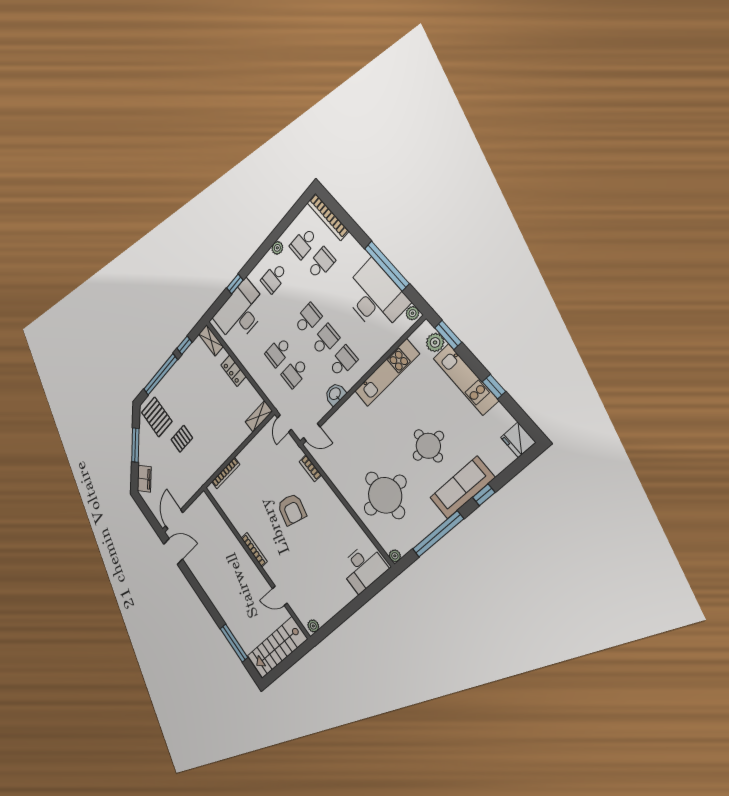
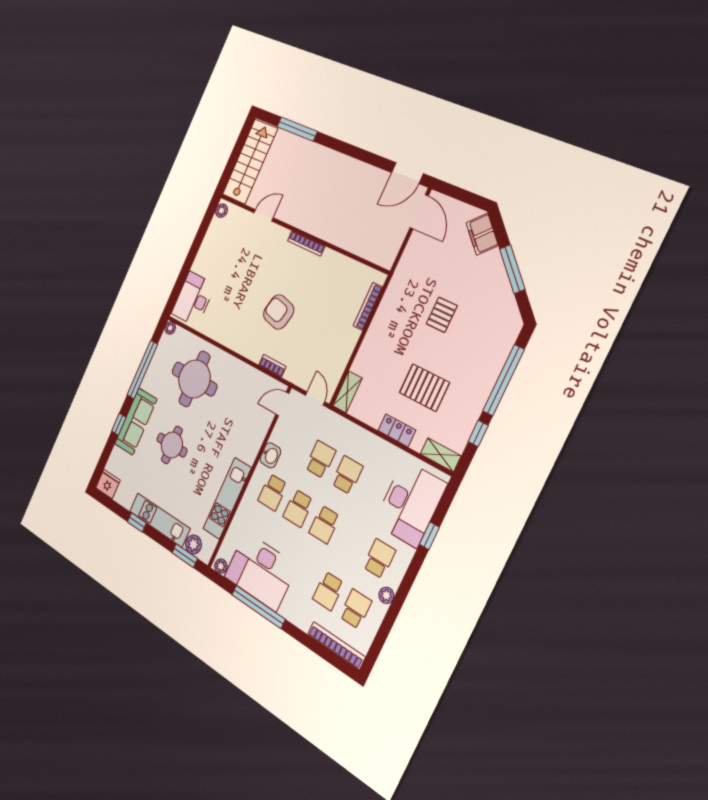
pallet: (157, 417) -> (424, 388), moved

